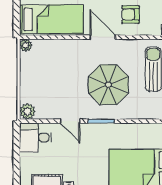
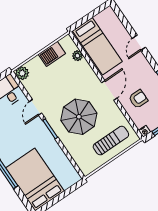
armchair: (131, 14) -> (138, 99), turned 90
plant: (26, 45) -> (77, 56), moved
barbecue: (28, 69) -> (52, 54), added

